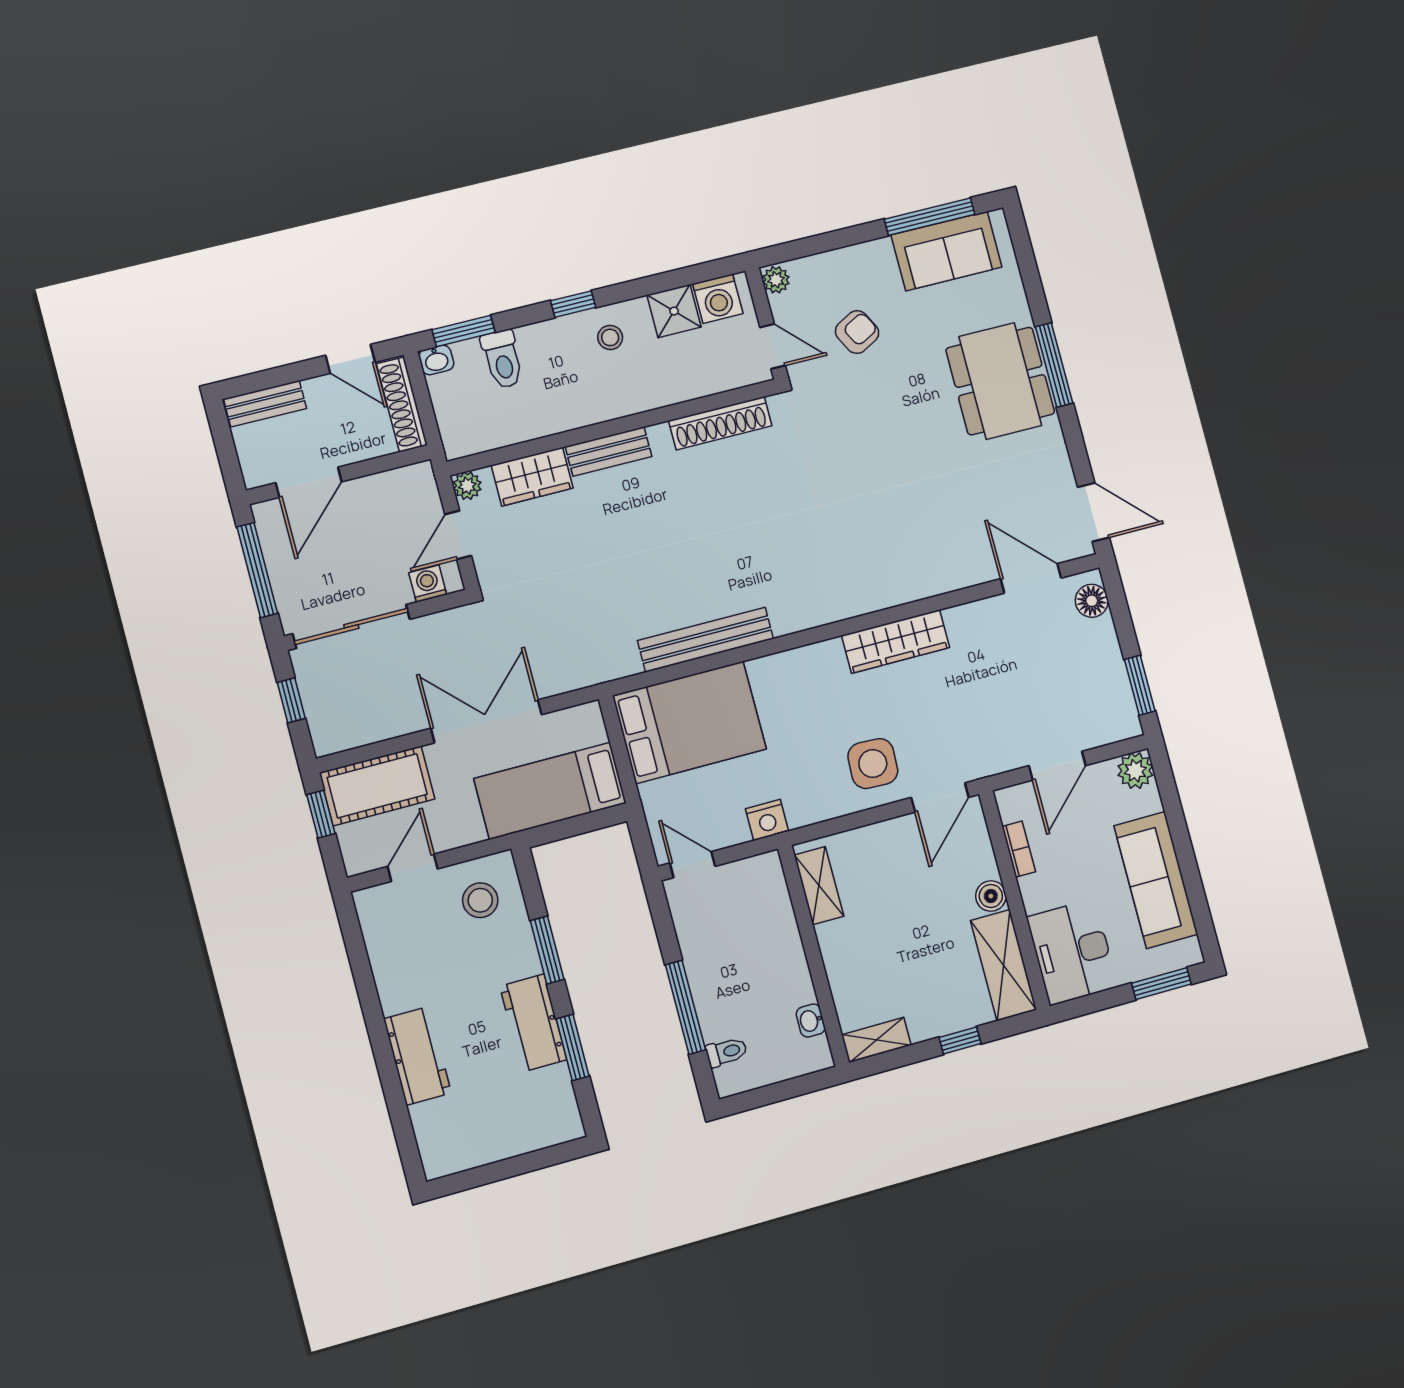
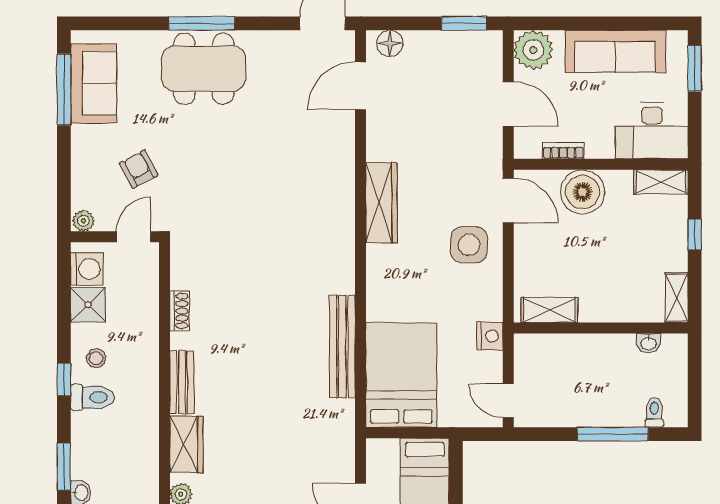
toilet: (502, 359) -> (92, 397), moved
shoe rack: (720, 423) -> (180, 311), width x0.51, depth x0.81
plant: (1135, 771) -> (533, 50), width x1.36, depth x1.36
door: (693, 865) -> (508, 401), hinge flipped
boiler: (991, 896) -> (583, 192), width x1.86, depth x1.86
shelving: (1004, 965) -> (661, 182), width x0.67, depth x0.75

